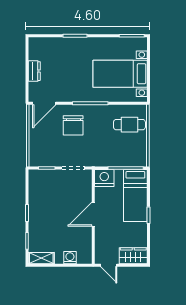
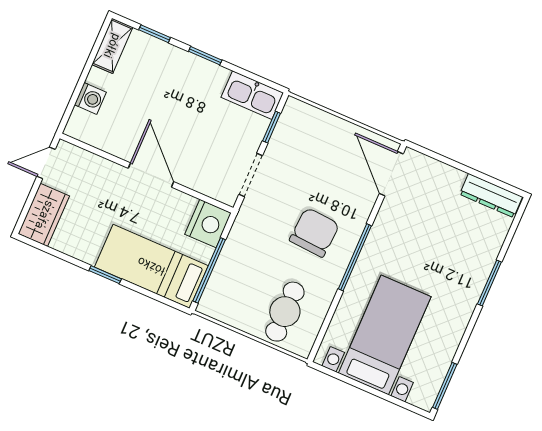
dresser: (34, 71) -> (491, 196), moved, width x1.44
chair: (73, 125) -> (314, 232), moved, turned 94
kitchen sink: (36, 183) -> (252, 95), added

